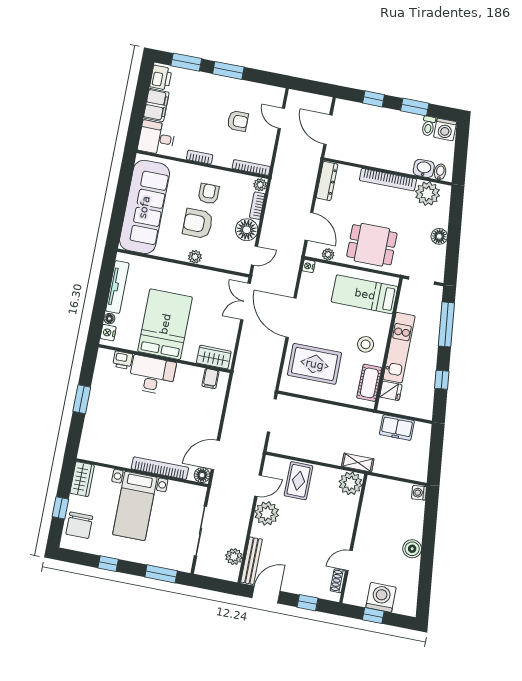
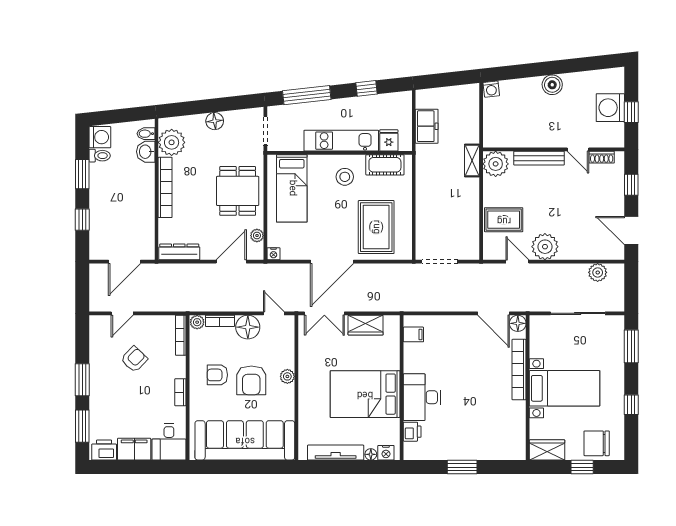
armchair: (238, 121) -> (134, 359), turned 44
wardrobe: (214, 357) -> (366, 325), moved, turned -90
chair: (79, 525) -> (597, 443), turned 180
bench: (252, 561) -> (539, 158), moved

